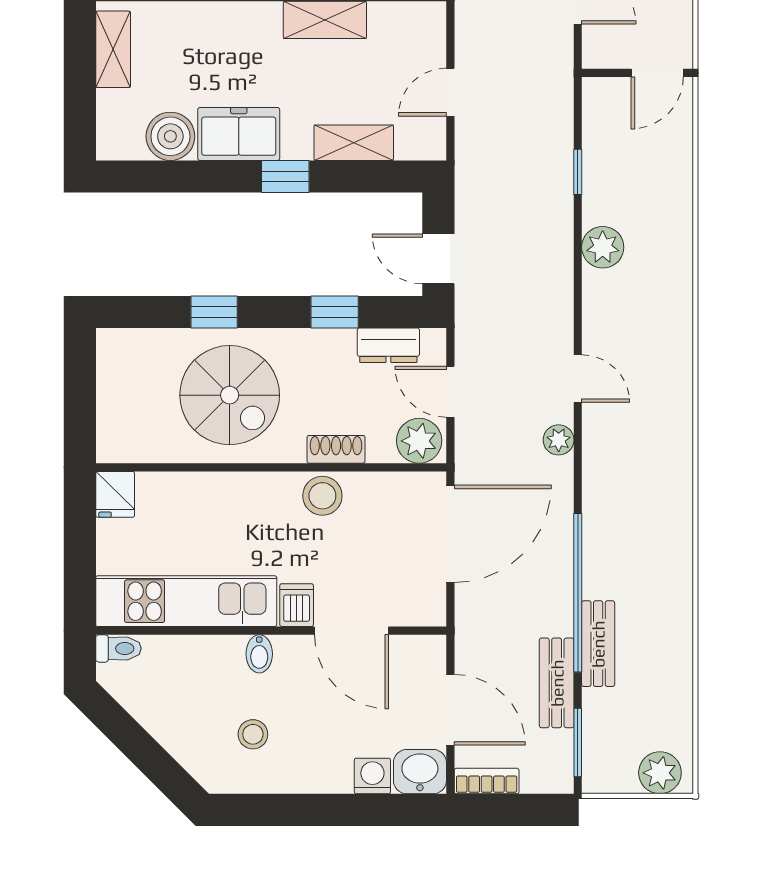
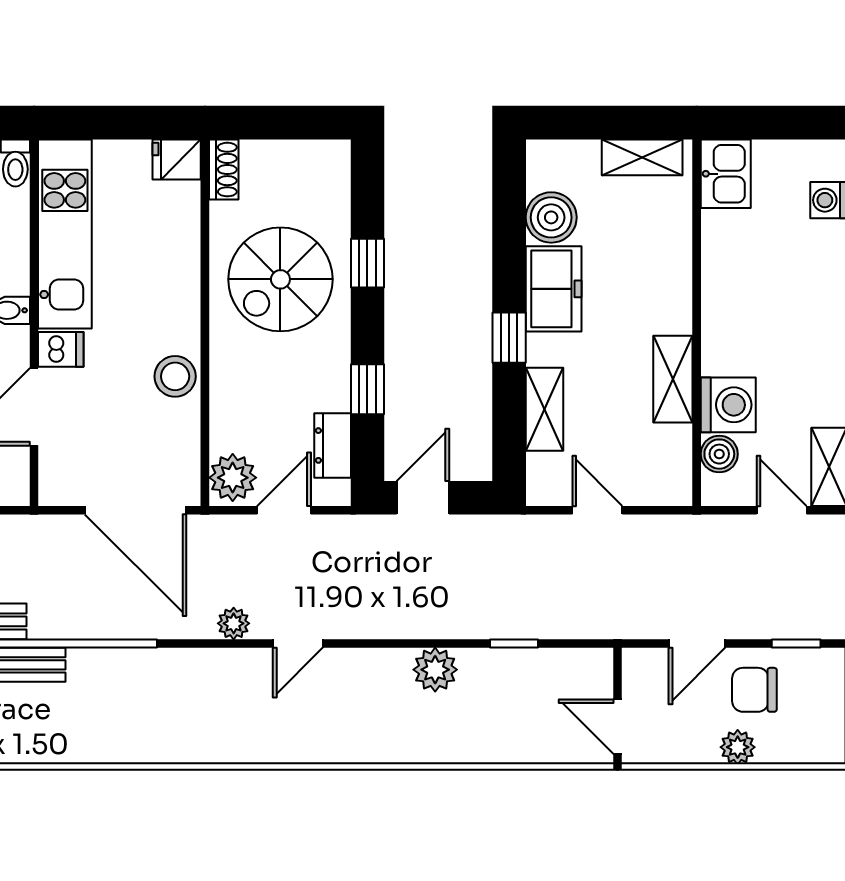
shoe rack: (336, 449) -> (224, 170), moved

